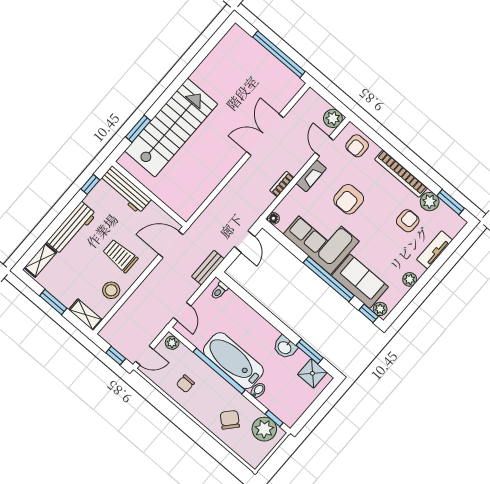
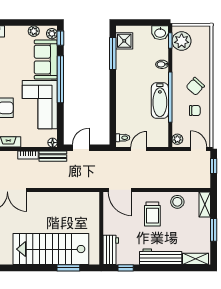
workbench: (125, 190) -> (111, 250), width x0.73
bench: (208, 268) -> (53, 156), moved
plant: (410, 279) -> (34, 31), moved
door: (182, 312) -> (139, 149), moved
washbasin: (285, 347) -> (160, 33), moved, turned 90
window: (310, 352) -> (113, 54), width x1.44
bathtub: (233, 361) -> (160, 100), width x0.73, depth x0.73
chair: (230, 420) -> (195, 86), moved

